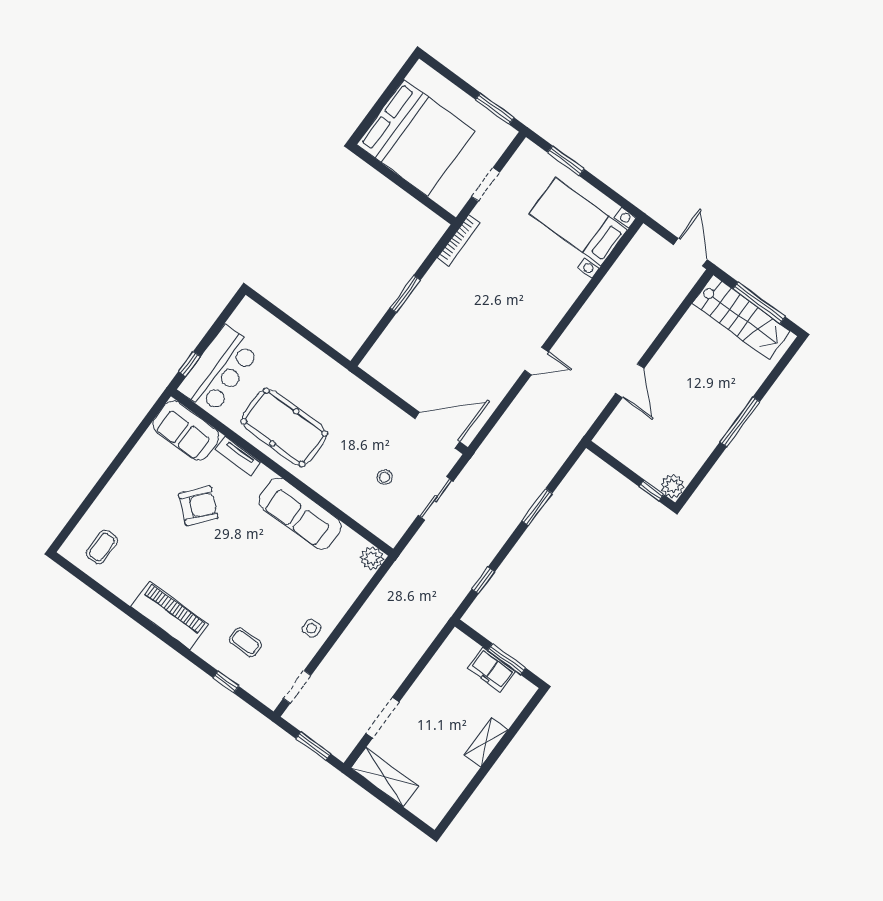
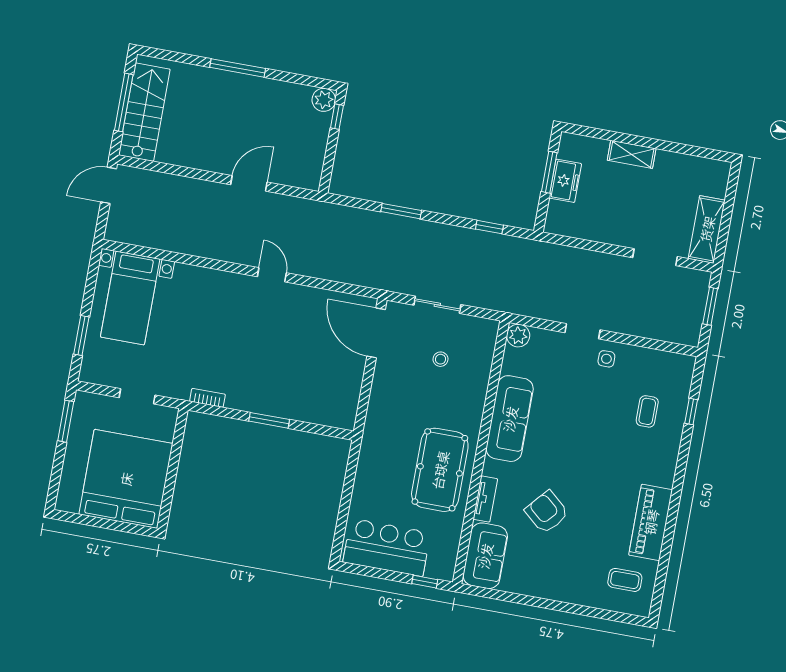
bookcase: (459, 240) -> (207, 398), width x0.64
bar counter: (219, 370) -> (387, 547), moved
piano: (169, 615) -> (651, 522), moved
doorway: (297, 687) -> (582, 331), moved

